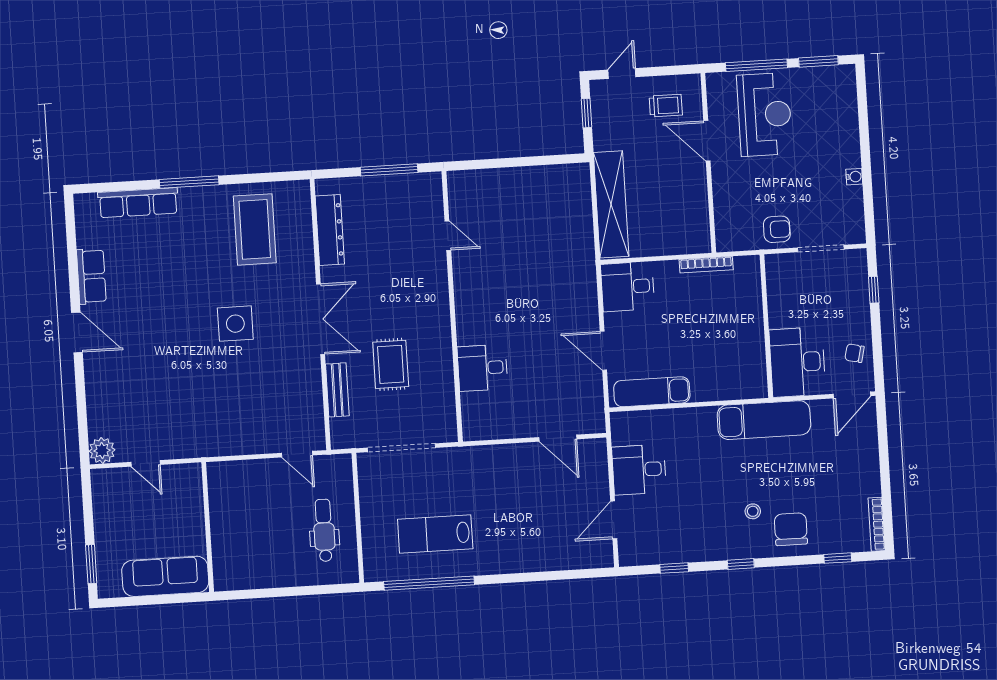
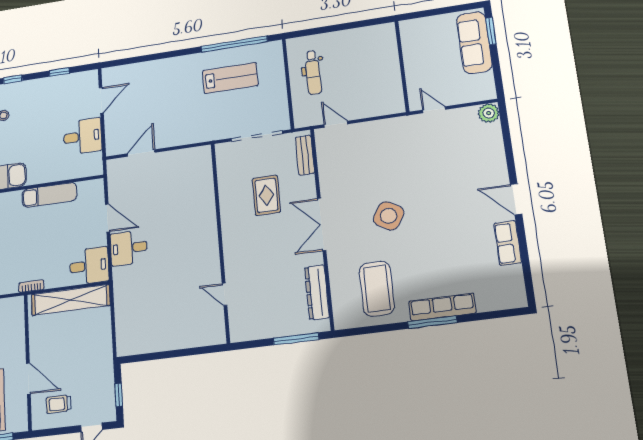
window: (389, 170) -> (296, 339), moved
row of seats: (138, 203) -> (442, 307), moved
shelving: (611, 204) -> (71, 300), moved, turned 90
bookcase: (706, 265) -> (31, 286), width x0.64
side table: (235, 324) -> (389, 216), turned 31
desk: (482, 368) -> (129, 248), moved, turned 180
bench: (337, 390) -> (305, 155), moved
exam couch: (652, 392) -> (50, 195), moved
door: (558, 438) -> (141, 153), hinge flipped
door: (146, 463) -> (434, 110), moved
sofa: (165, 576) -> (474, 43), moved, turned 90

